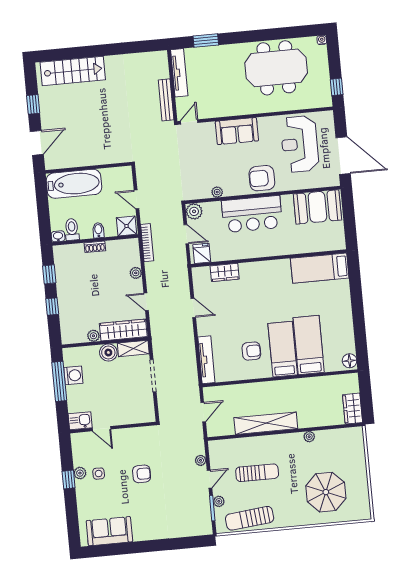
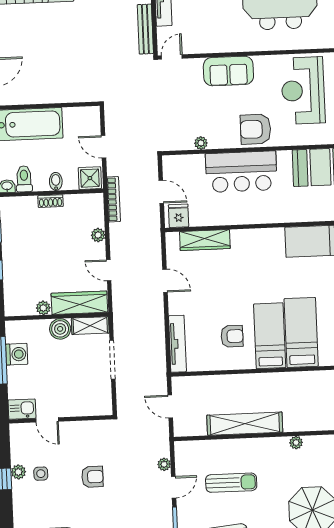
plant: (194, 211) -> (172, 165), removed
wardrobe: (225, 272) -> (205, 240), width x1.50
door: (203, 412) -> (170, 406), swing flipped
plant: (219, 501) -> (183, 515), removed

